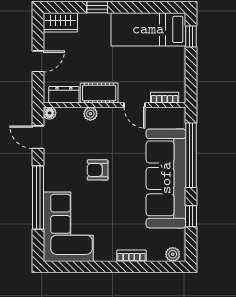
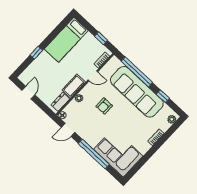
wardrobe: (60, 22) -> (28, 74), removed
window: (191, 37) -> (101, 38), moved
door: (38, 61) -> (28, 93), moved
armchair: (98, 170) -> (104, 106), moved

